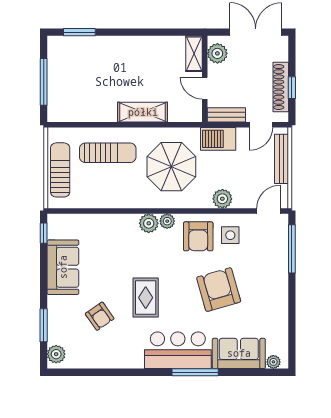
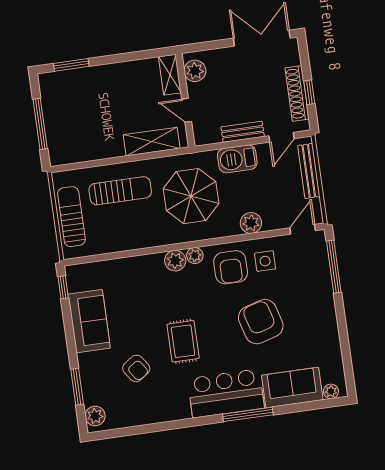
plant: (217, 53) -> (195, 71), moved
shelving: (194, 54) -> (170, 75), moved
wall: (205, 79) -> (185, 100), moved
door: (205, 88) -> (187, 110), moved

